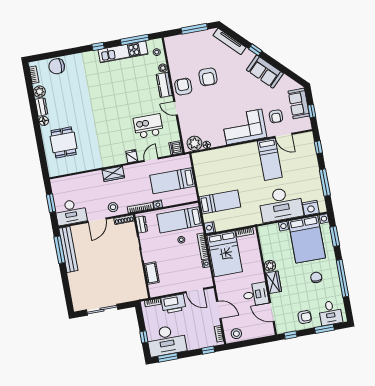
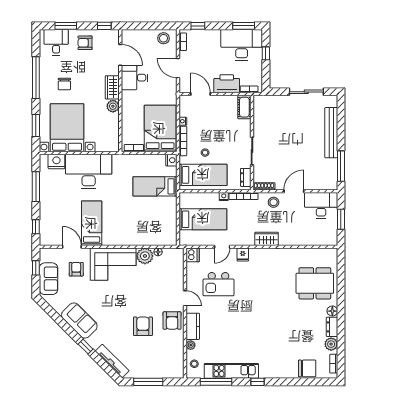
dining table: (64, 142) -> (315, 283), width x1.38
plant: (194, 143) -> (145, 256), moved
bench: (68, 249) -> (331, 133), moved
cot: (152, 273) -> (244, 107), moved

